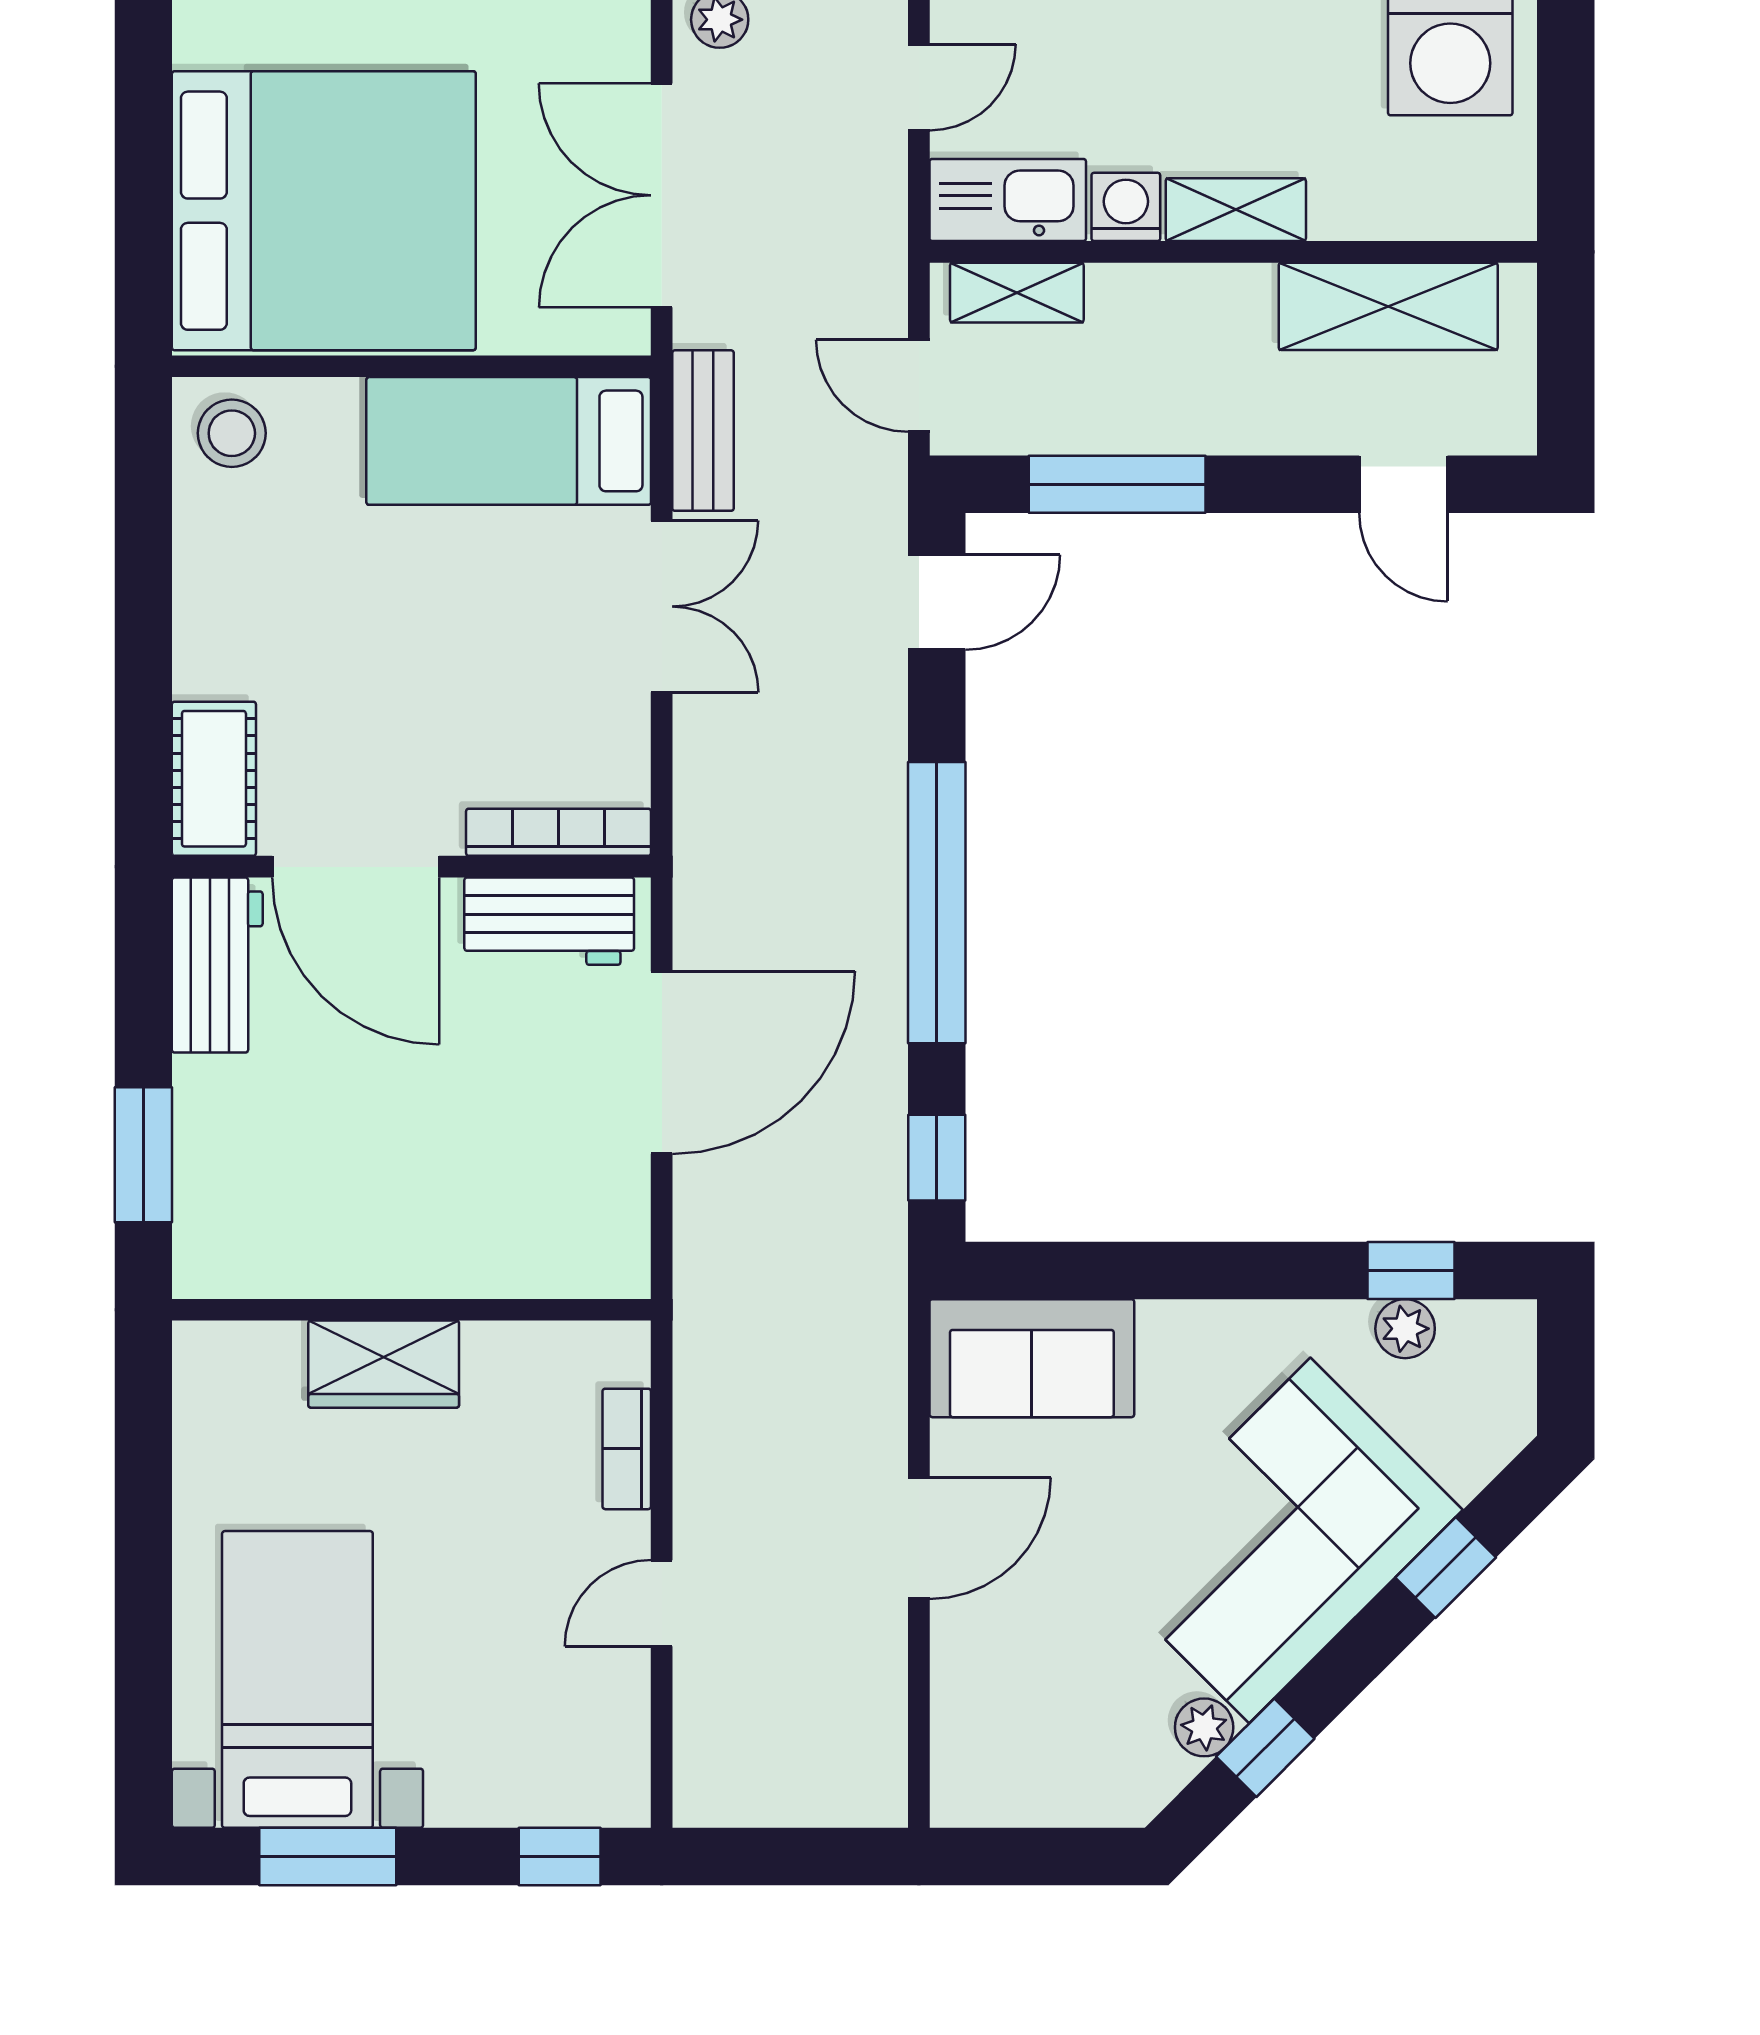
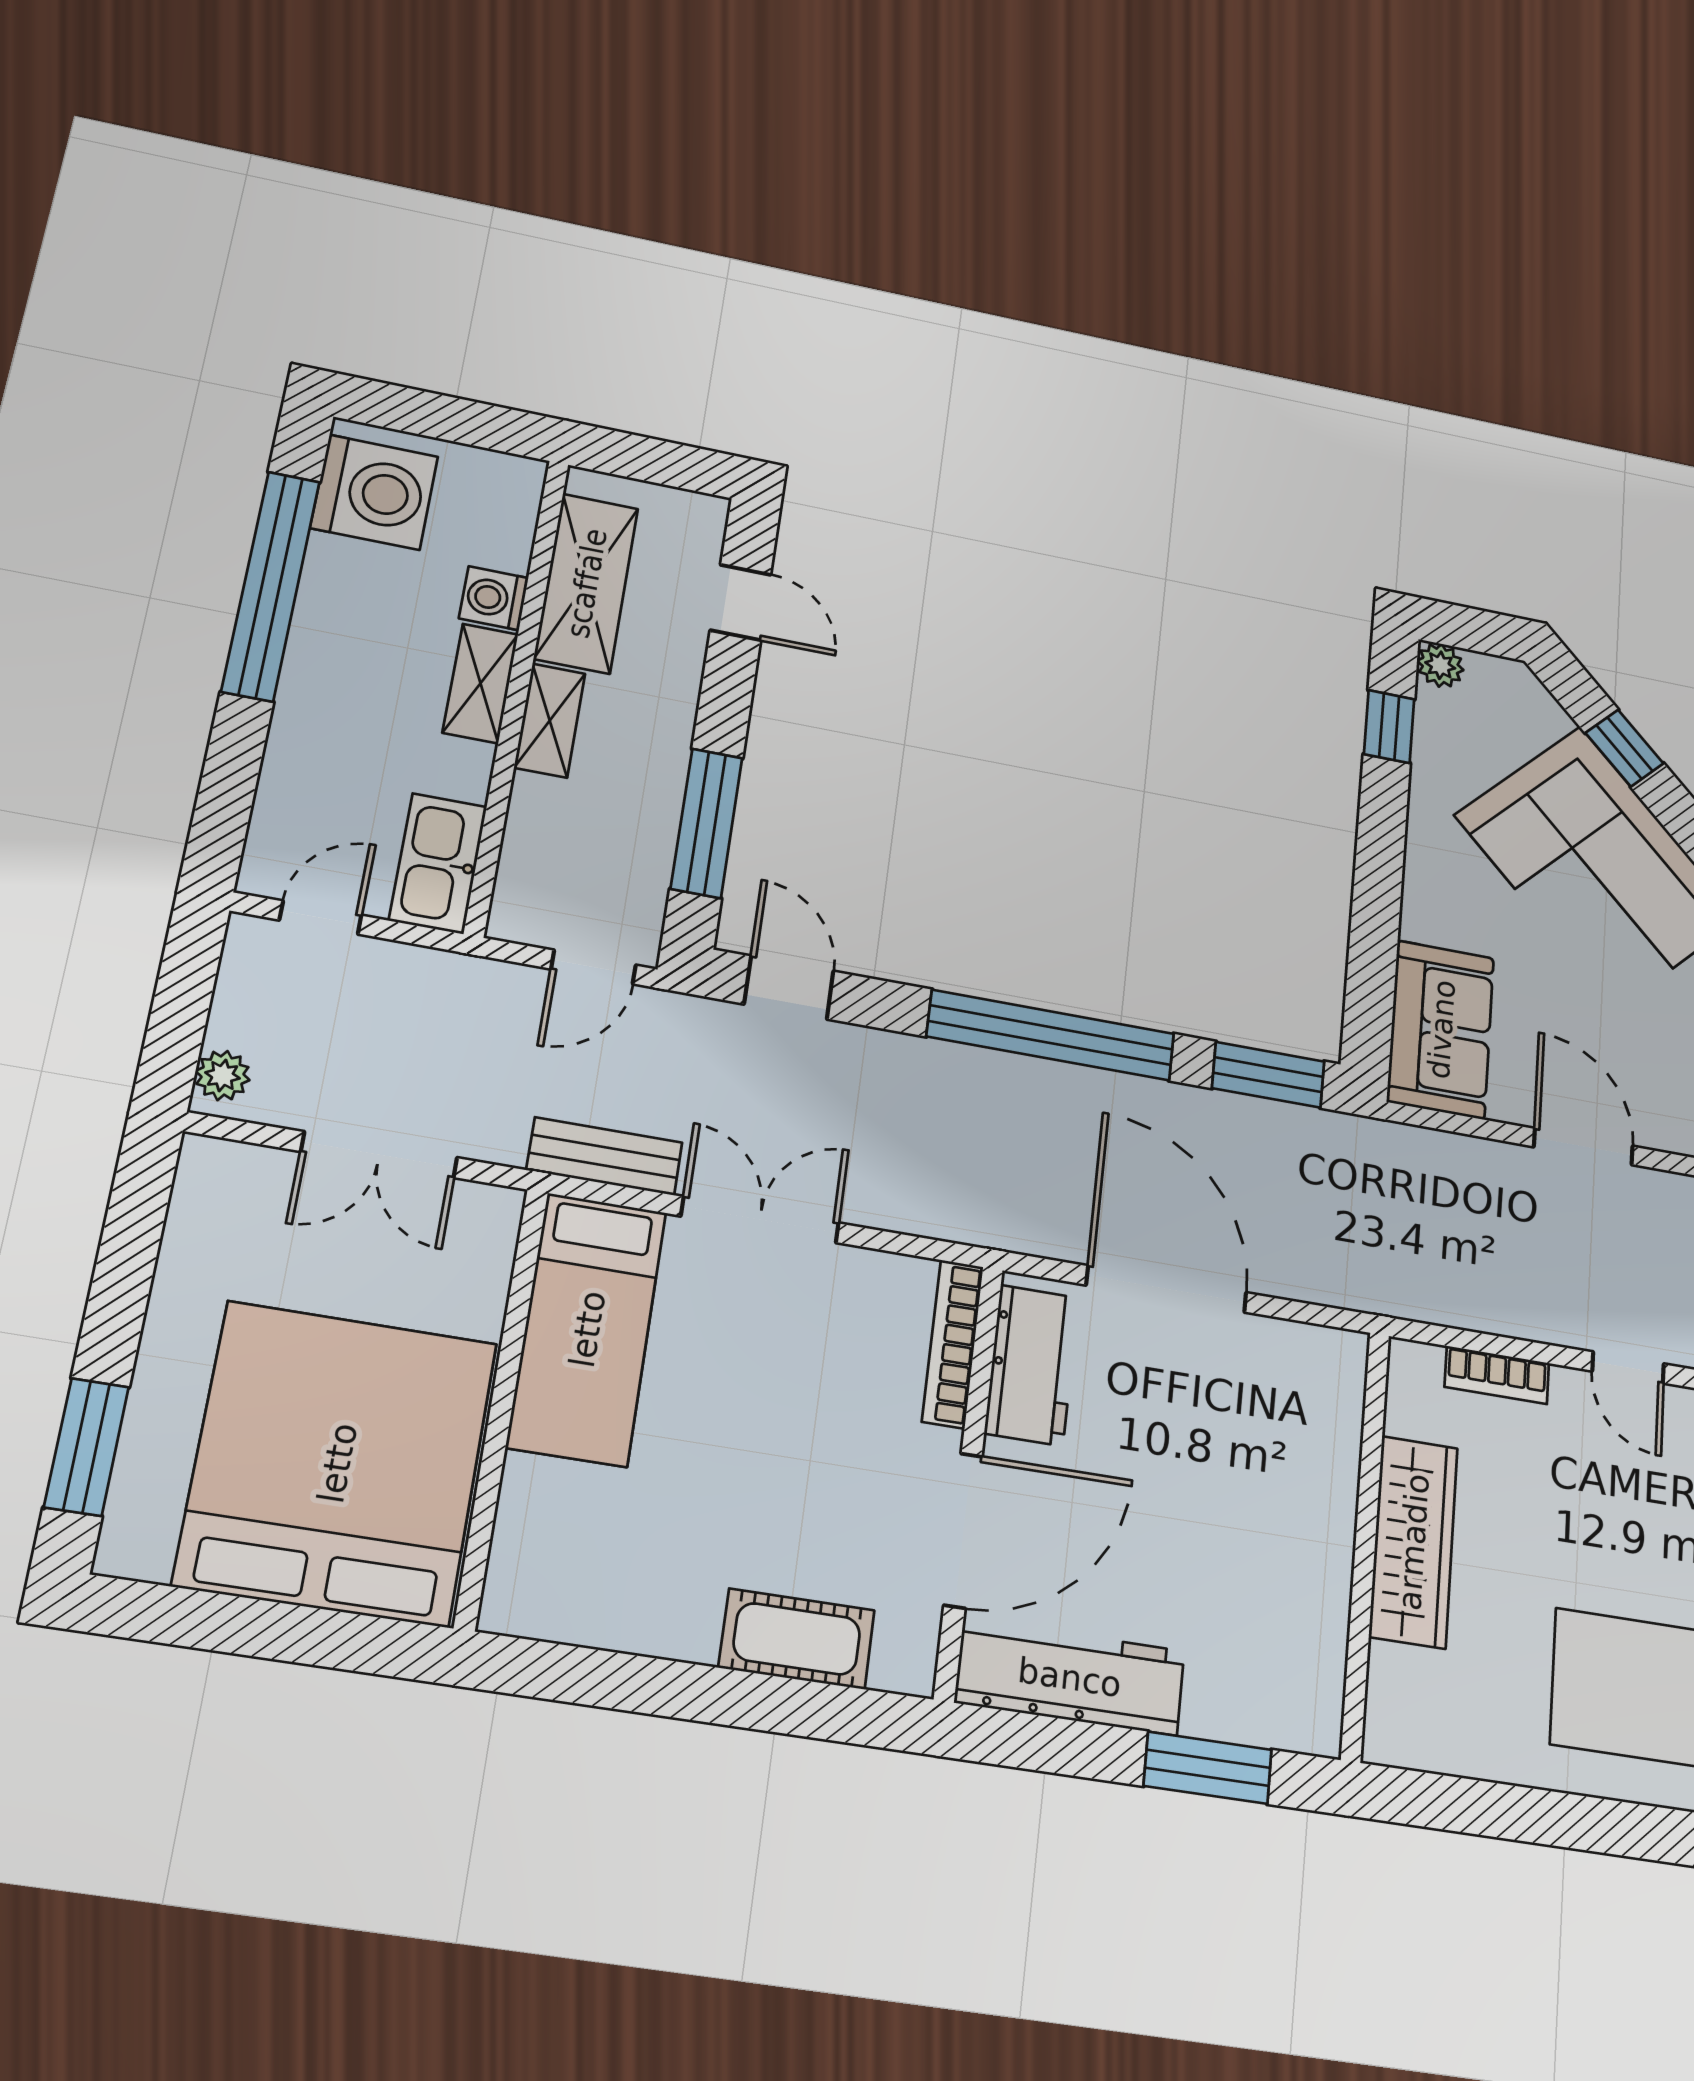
door: (919, 87) -> (320, 918), hinge flipped
double door: (662, 195) -> (379, 1155), width x0.73
washing machine: (1126, 207) -> (494, 598), moved
shelving: (1017, 293) -> (550, 720), moved
stool: (232, 433) -> (539, 1583), removed
door: (1403, 484) -> (741, 602), hinge flipped
cot: (214, 779) -> (797, 1639), moved
workbench: (217, 965) -> (1070, 1677), width x1.38
window: (937, 1158) -> (1268, 1075), width x1.50
plant: (1405, 1329) -> (1440, 665), moved
wardrobe: (384, 1364) -> (1413, 1542), width x1.50

